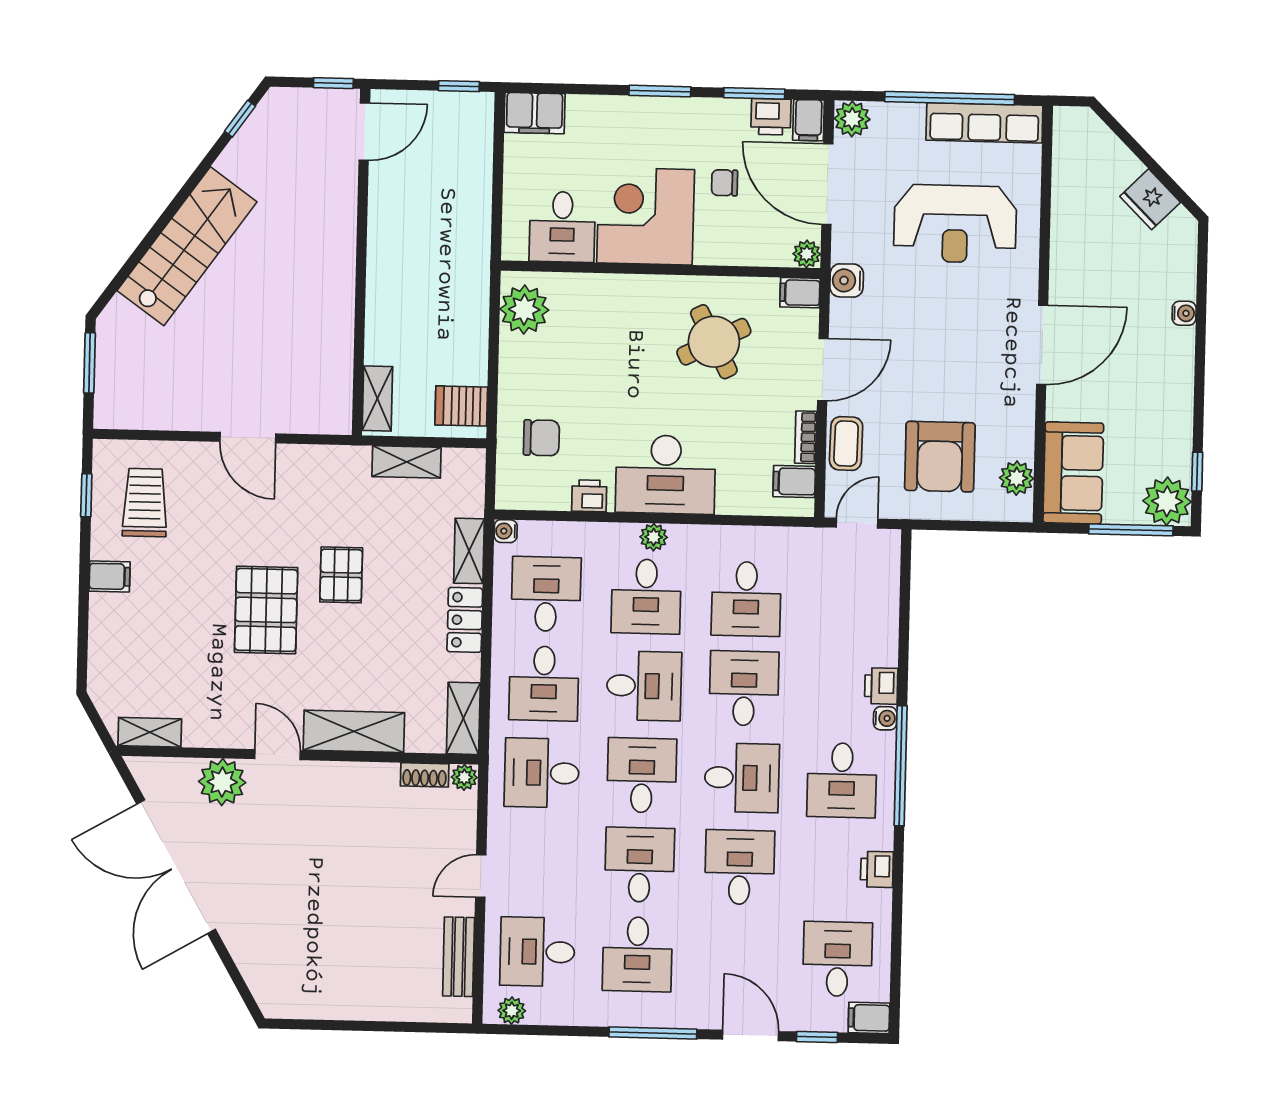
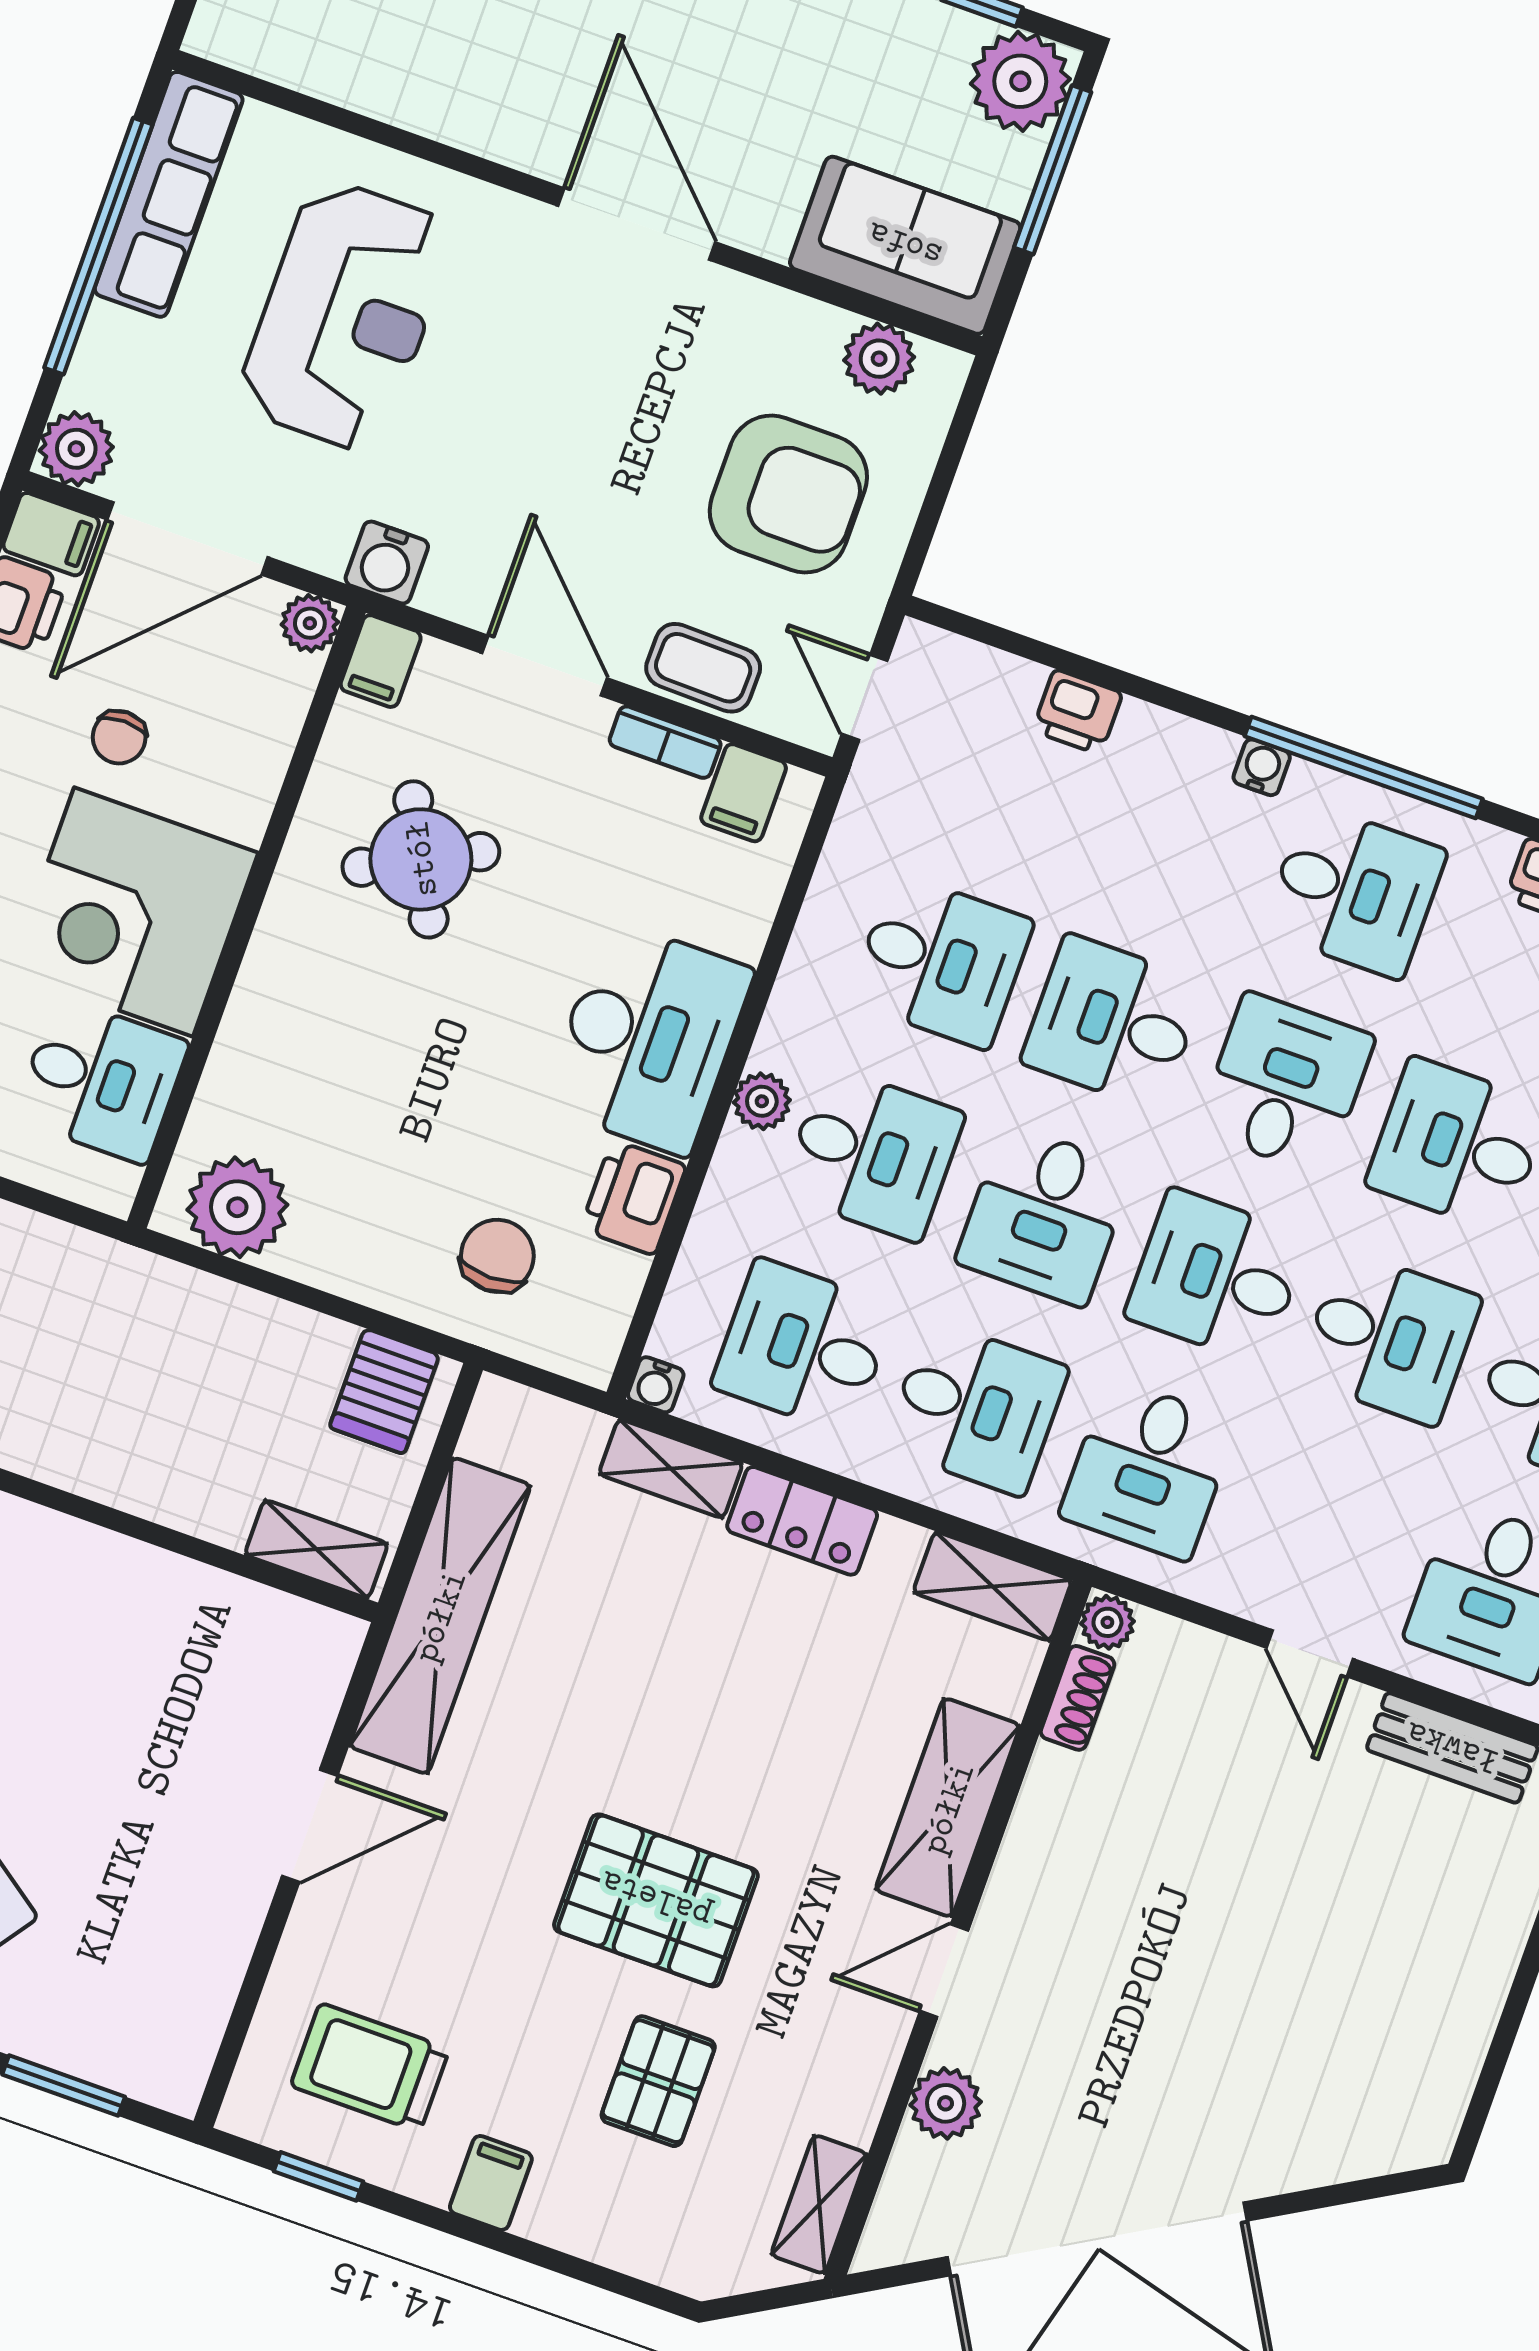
shelving: (407, 462) -> (440, 1616), width x2.20, depth x1.33
printer: (589, 496) -> (633, 1197), width x1.36, depth x1.24
pallet: (341, 575) -> (658, 2081), moved, turned 90
desk: (644, 686) -> (1045, 1215), turned 180
printer: (881, 686) -> (1077, 712), moved
plant: (222, 782) -> (946, 2103), width x0.73, depth x0.73
desk: (640, 865) -> (1389, 1338), turned 180

